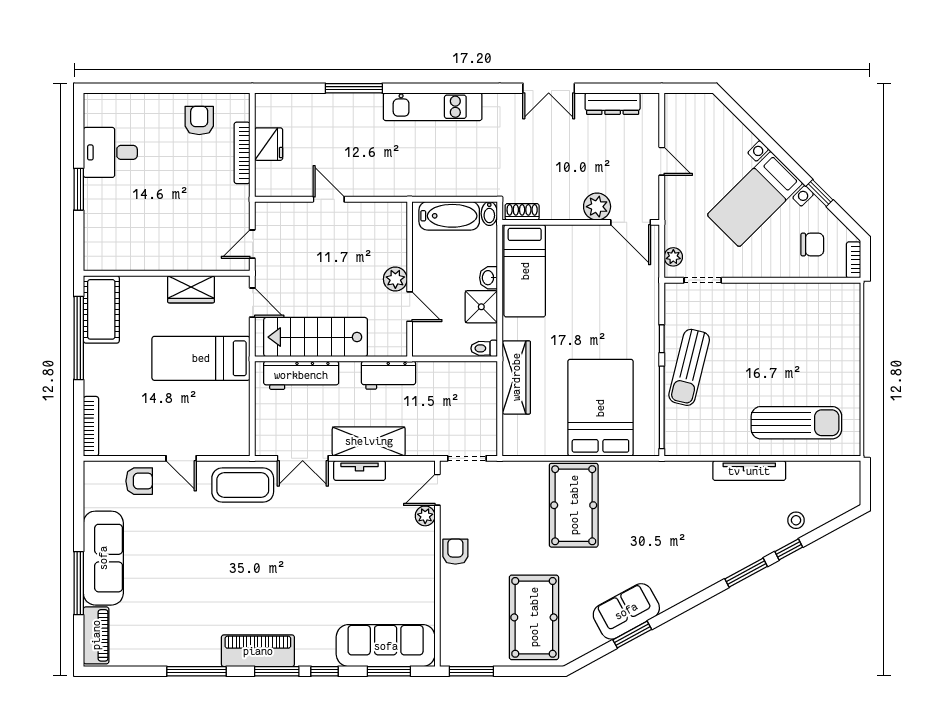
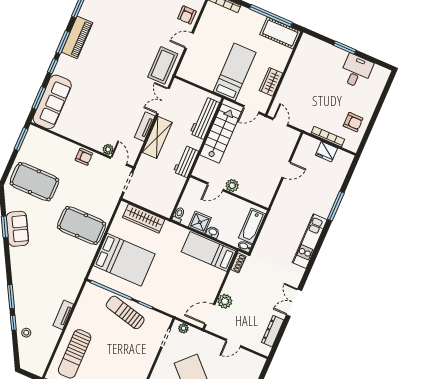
wardrobe: (516, 377) -> (144, 219), moved
tv unit: (749, 471) -> (63, 315), width x0.71

